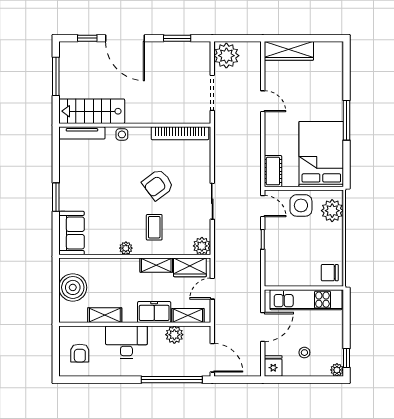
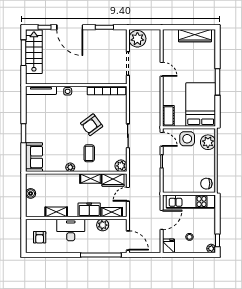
wardrobe: (289, 51) -> (195, 36), moved
stairs: (92, 111) -> (34, 52), moved, turned 90
boiler: (73, 287) -> (31, 193), width x0.54, depth x0.54

